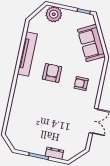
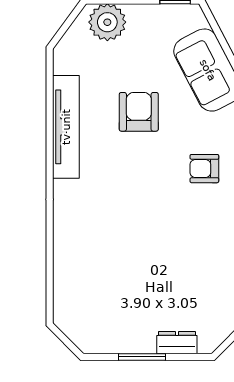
armchair: (52, 73) -> (139, 112), moved

